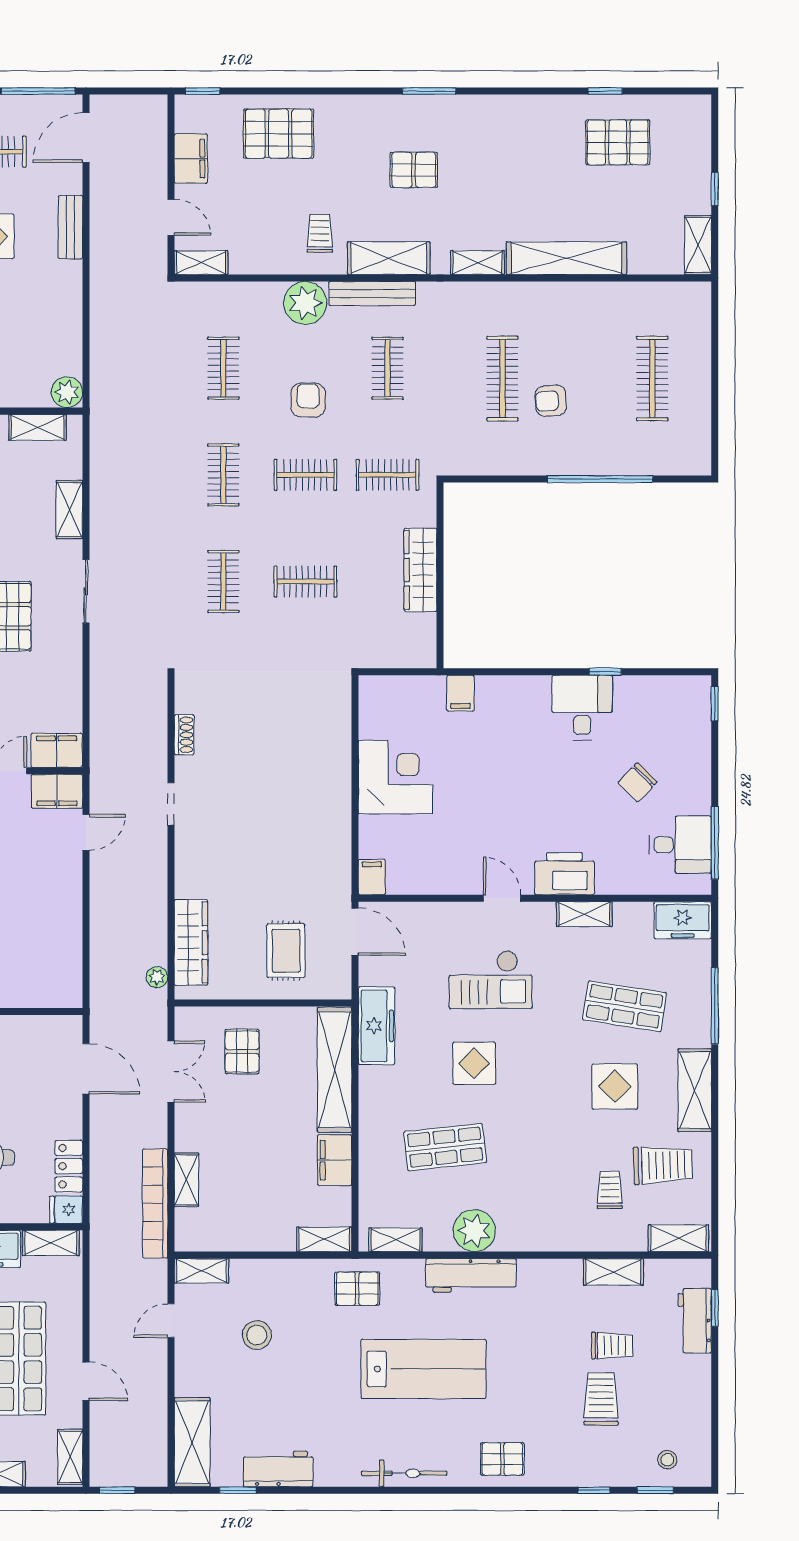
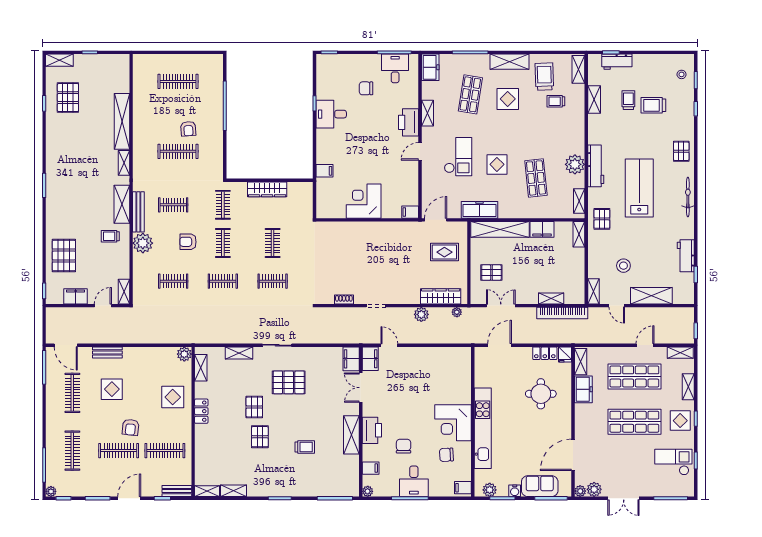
pallet: (414, 170) -> (81, 193), removed
shelving: (698, 245) -> (59, 60), moved
chair: (637, 782) -> (366, 88), turned 136
plant: (152, 901) -> (421, 314), added
shelving: (192, 1442) -> (651, 296), moved

